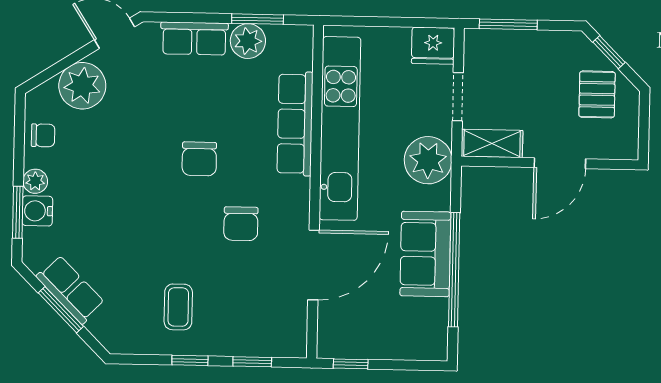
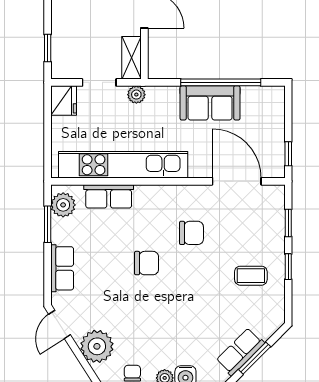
window: (508, 24) -> (48, 48), width x0.67
plant: (248, 41) -> (63, 205), moved
row of seats: (295, 124) -> (109, 196), width x0.68
plant: (428, 160) -> (136, 95), width x0.53, depth x0.53
door: (314, 265) -> (237, 181), moved

